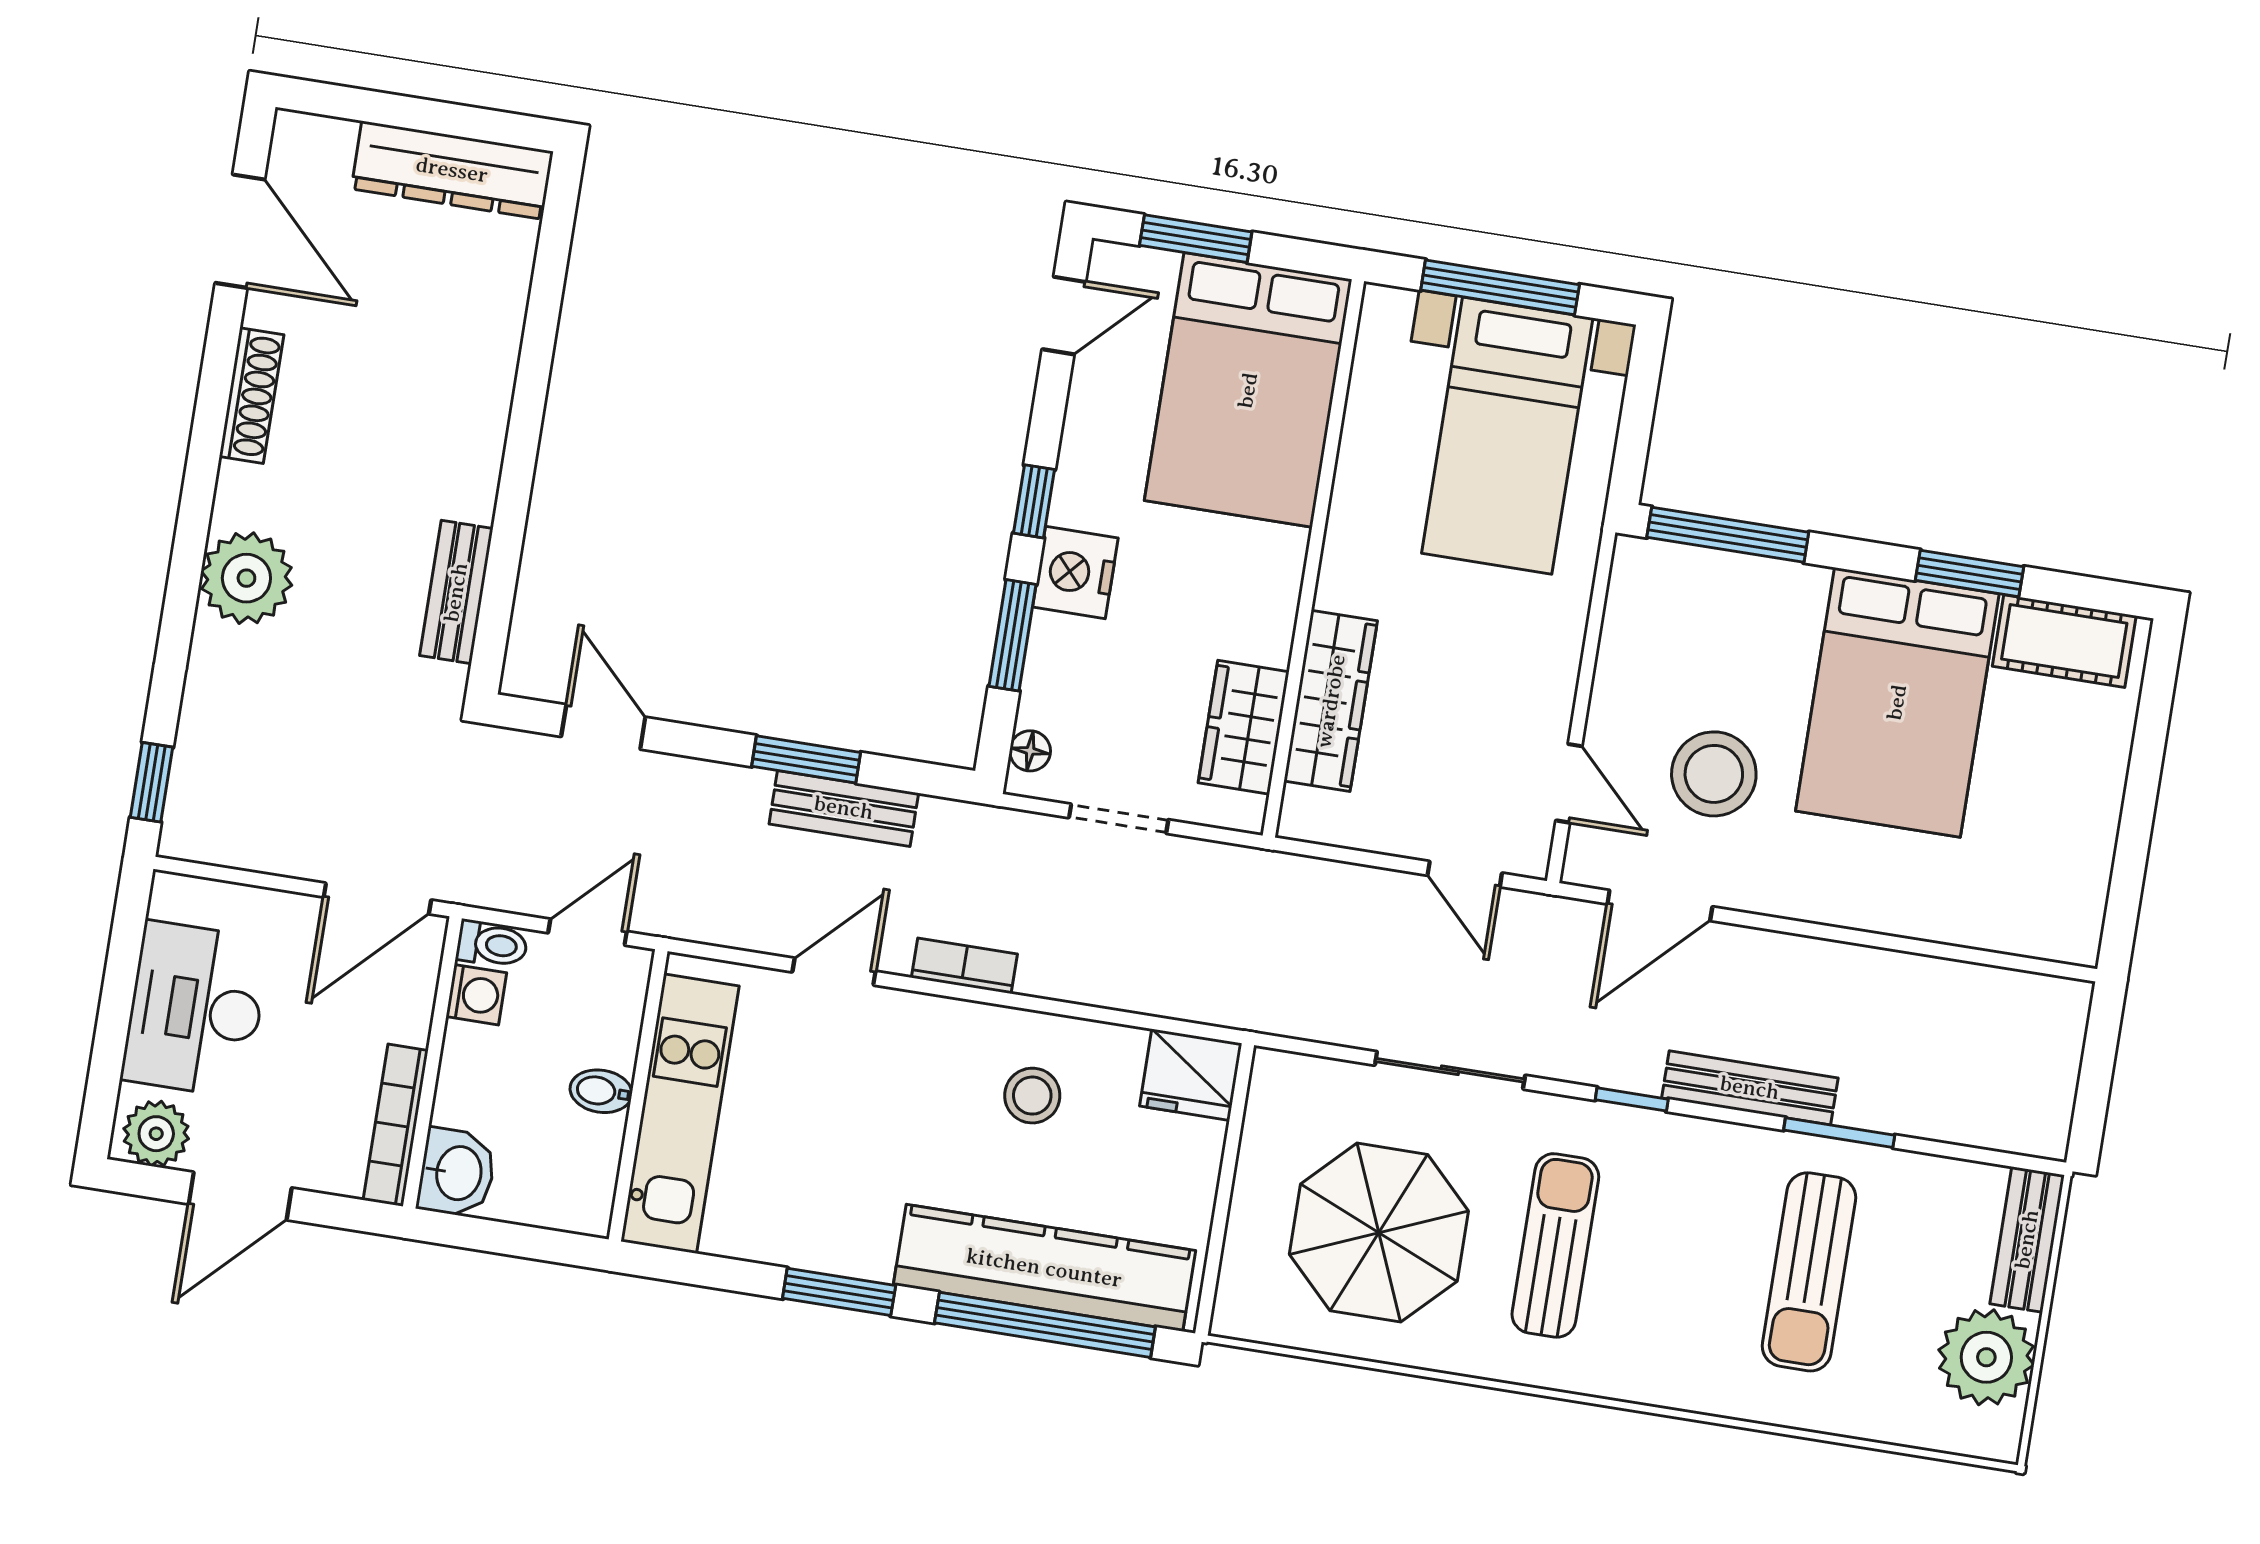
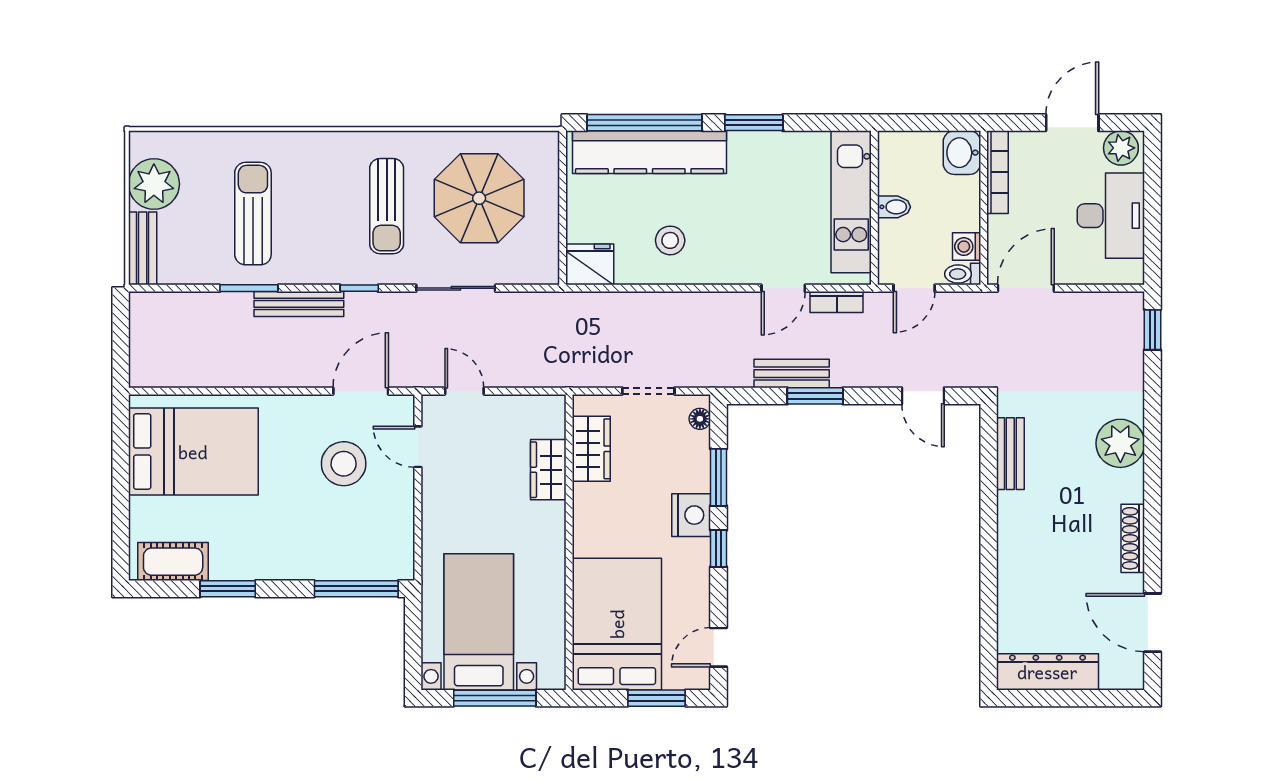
wardrobe: (1331, 701) -> (548, 470), width x0.67
bed: (1897, 702) -> (193, 452), moved, turned 90
bookcase: (964, 966) -> (837, 302), moved

